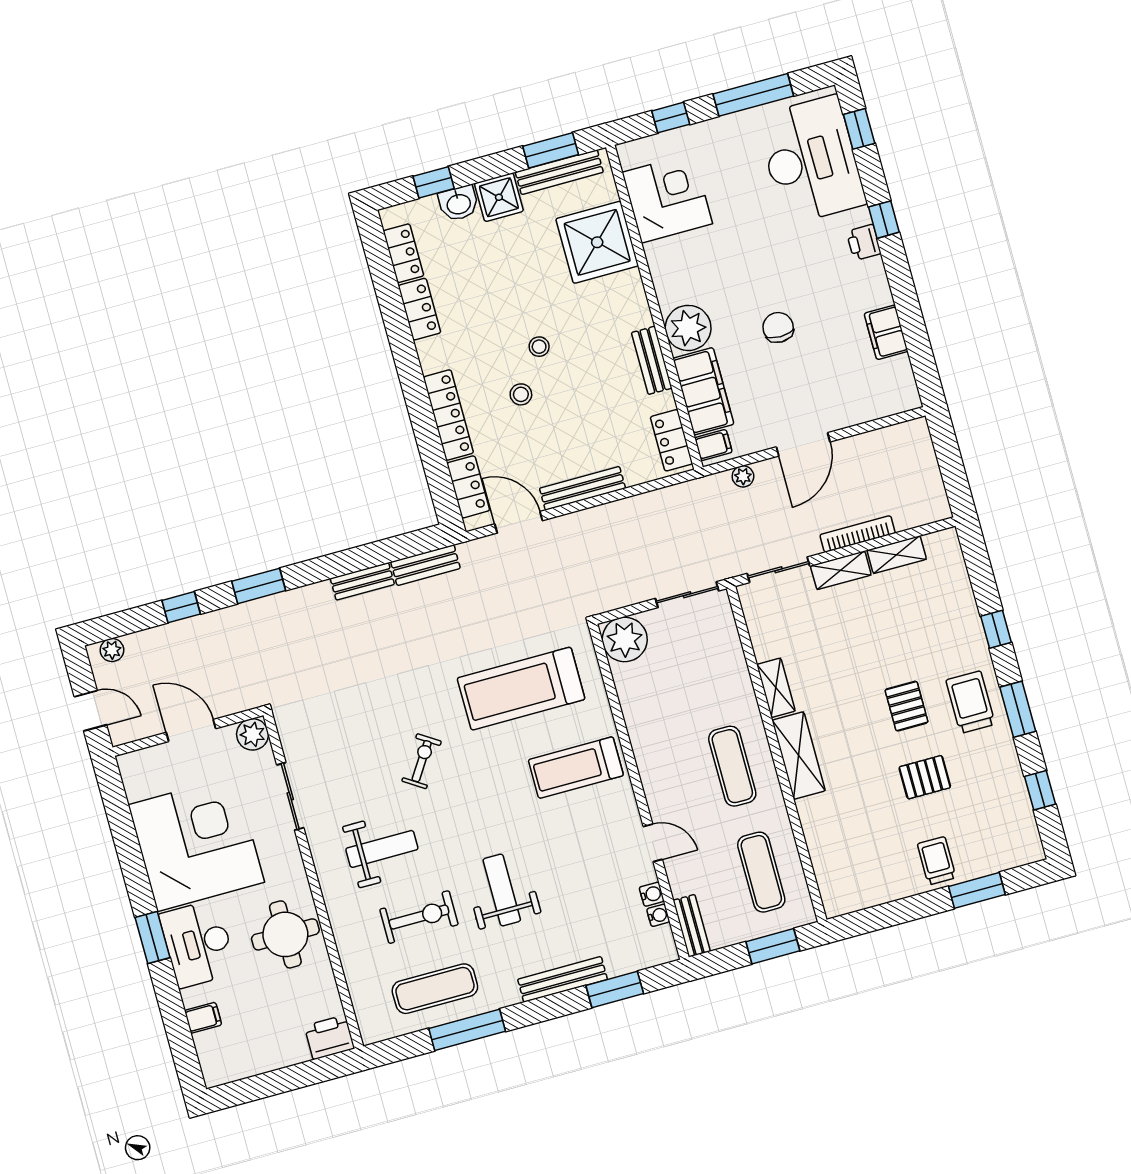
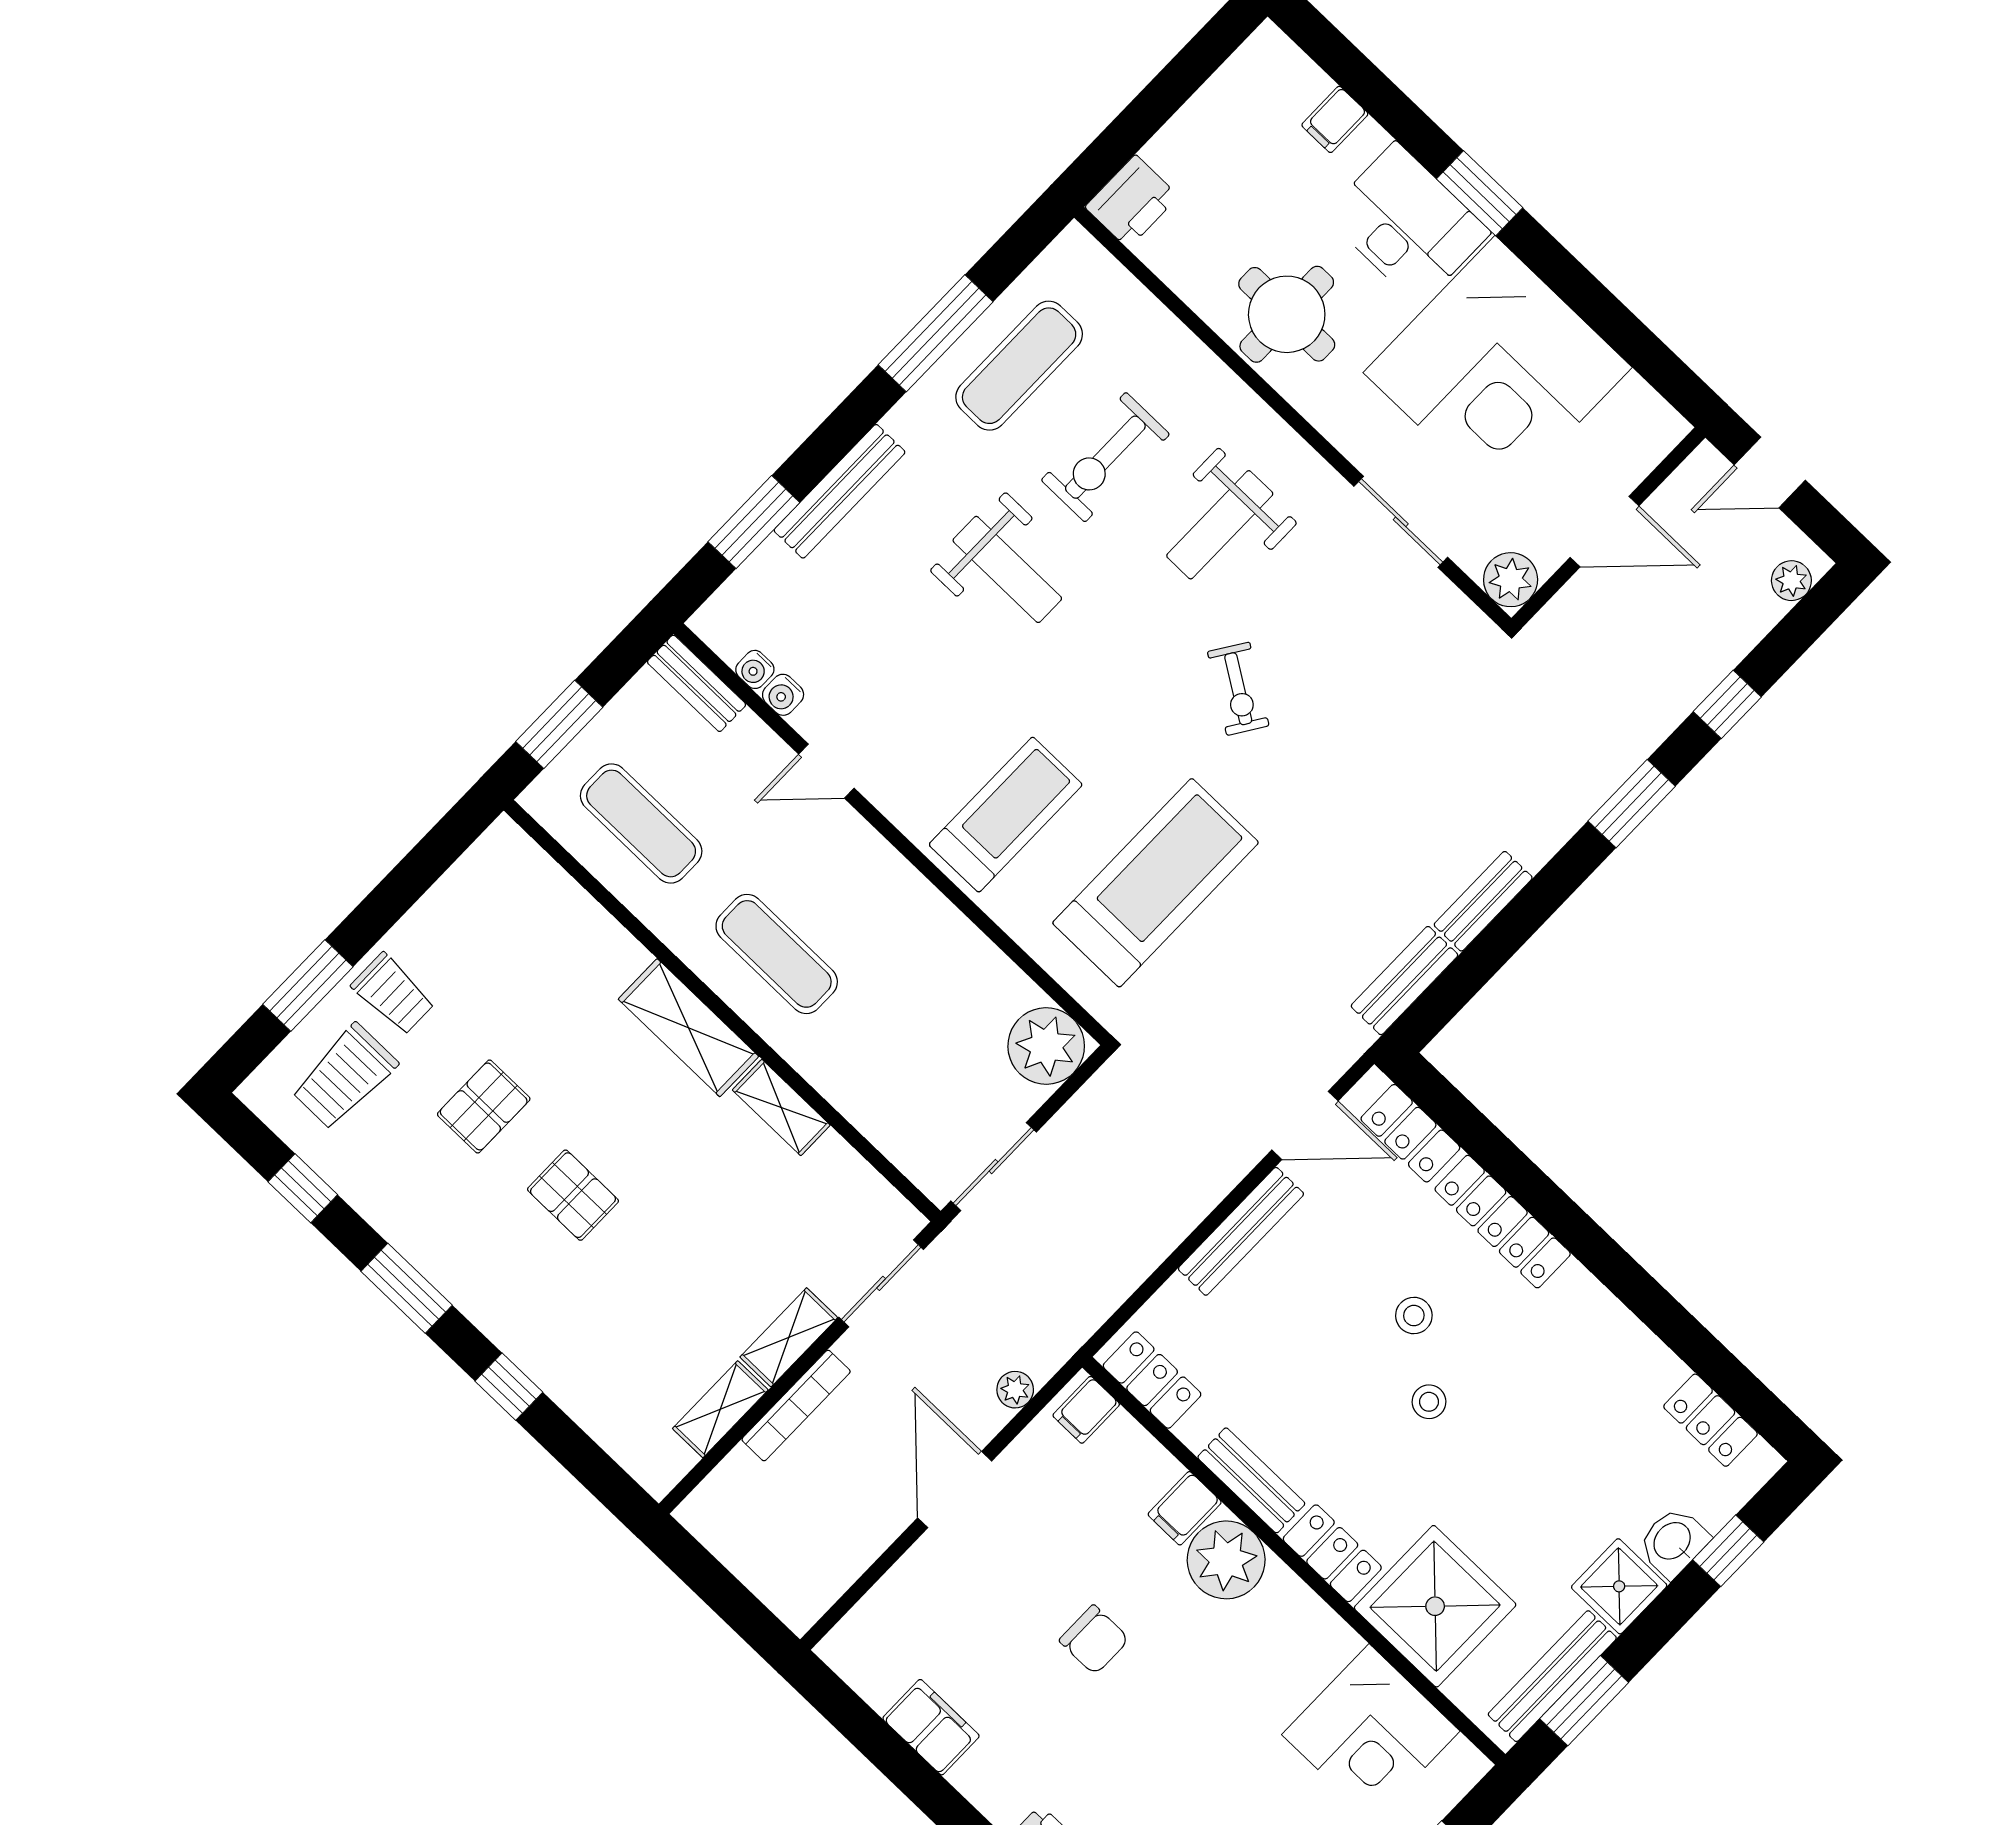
locker: (419, 309) -> (1332, 1553), moved, turned 180
filing cabinet: (703, 391) -> (1185, 1508), width x0.33, depth x0.86
trolley: (970, 702) -> (345, 1077), moved, turned 90

